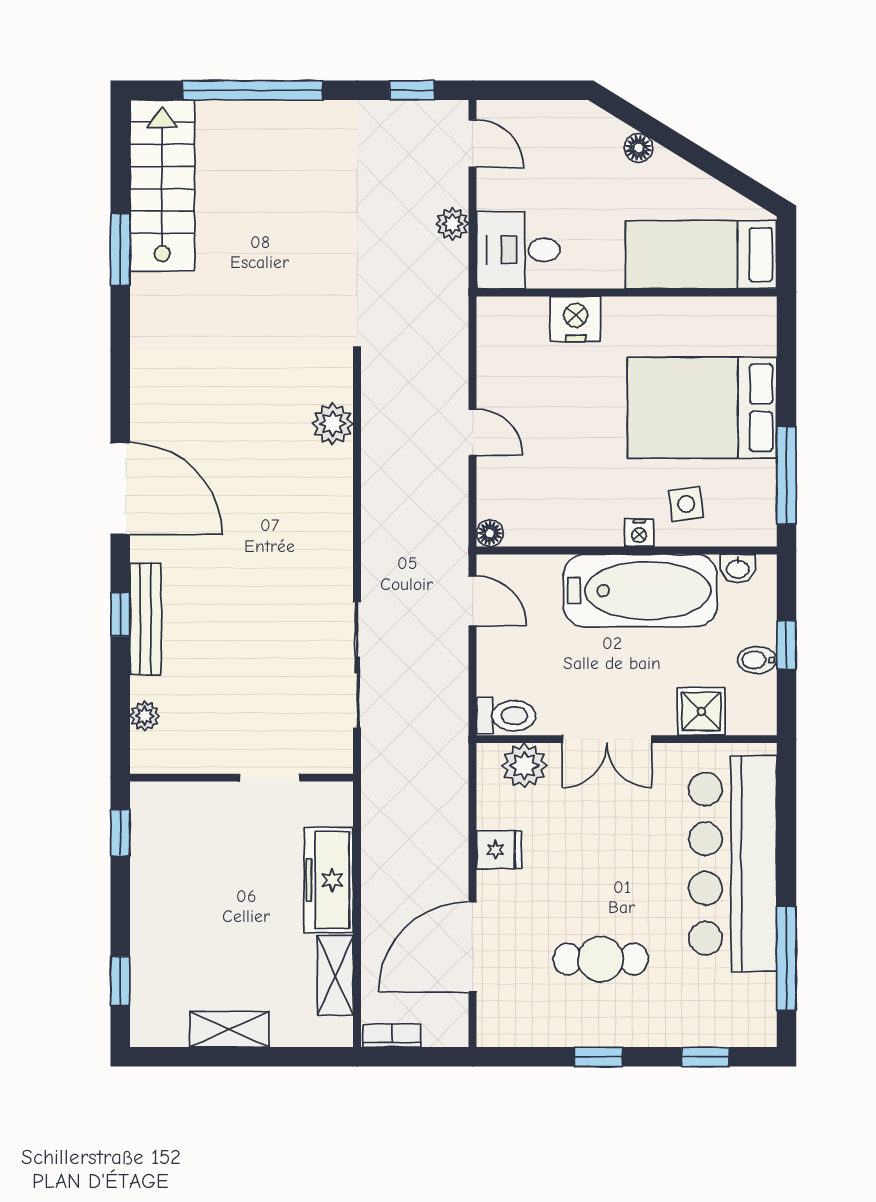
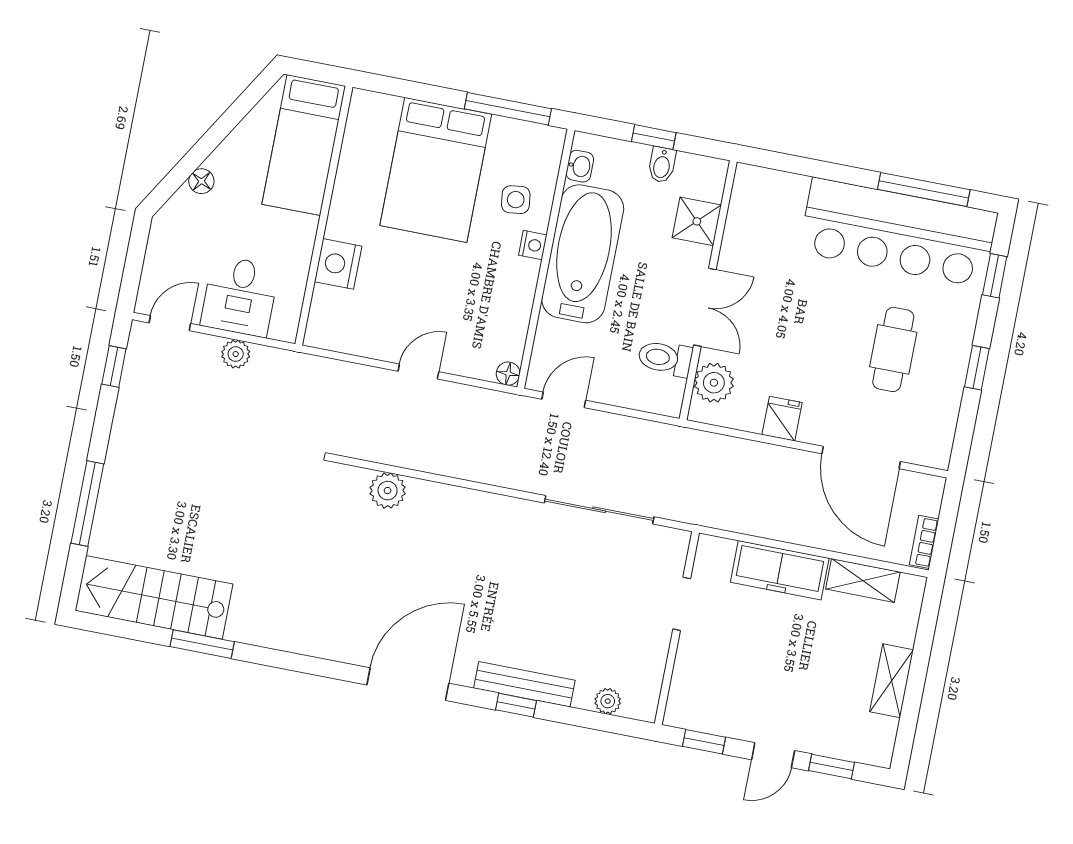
window: (253, 90) -> (87, 504), width x0.68
desk: (518, 250) -> (240, 296), moved
toilet: (506, 716) -> (665, 358), moved, turned -90
bar counter: (733, 864) -> (898, 232), moved
door: (120, 913) -> (773, 755), added

